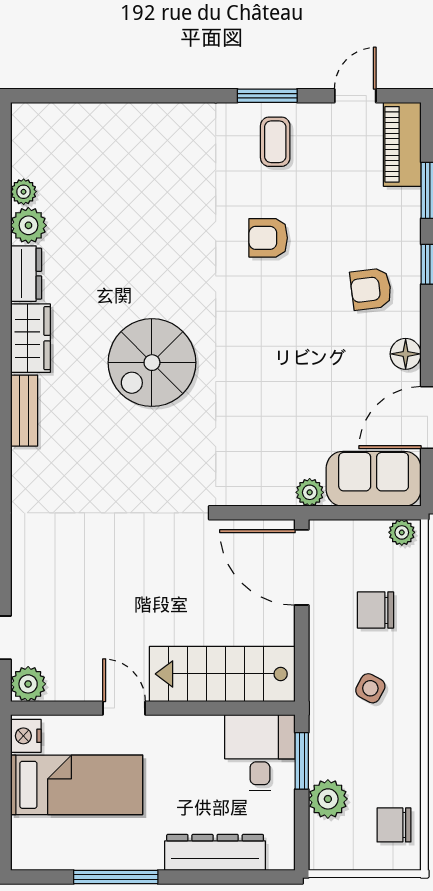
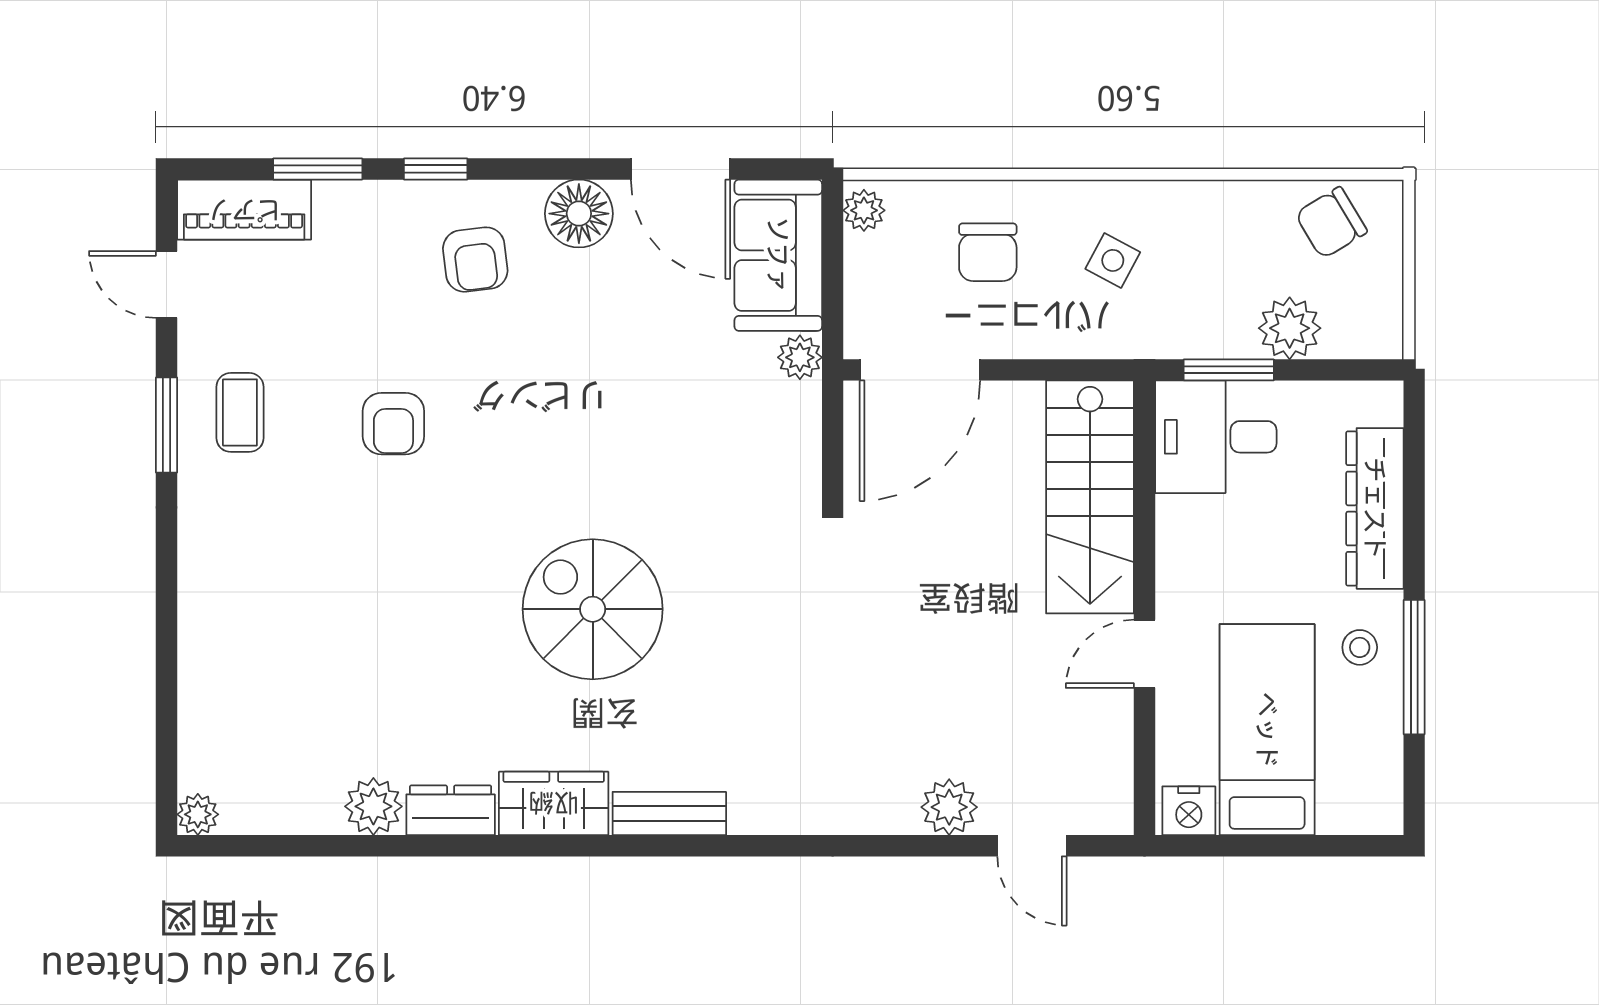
coffee table: (275, 142) -> (240, 412), turned 90
plant: (24, 192) -> (198, 814), moved
floor lamp: (406, 354) -> (579, 214), width x1.38, depth x1.38
spiral stairs: (152, 363) -> (593, 609), turned 180
plant: (28, 684) -> (949, 807), moved
chair: (394, 825) -> (1331, 223), turned 59
stool: (128, 843) -> (1360, 647), added

